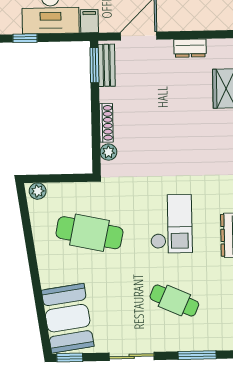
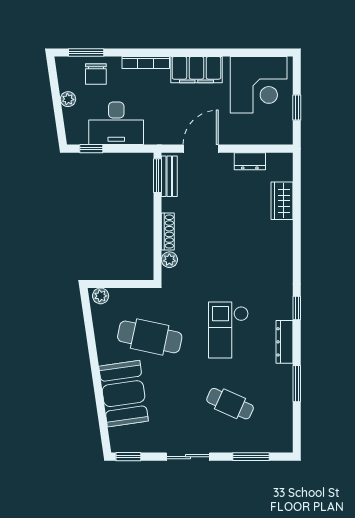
filing cabinet: (89, 21) -> (153, 133), removed
checkout: (171, 224) -> (228, 330), turned 180
booth: (68, 318) -> (124, 394), moved

